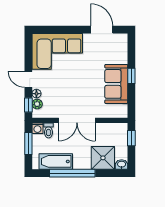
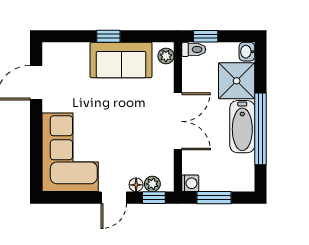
plant: (119, 113) -> (166, 56), added
toilet: (49, 130) -> (194, 49), moved
bathtub: (56, 161) -> (242, 127), moved

